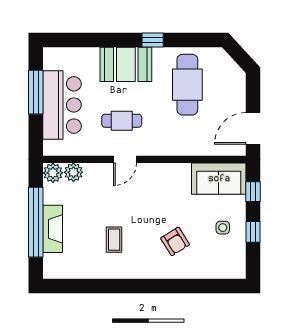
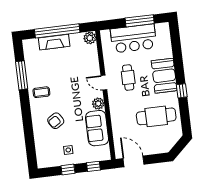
plant: (73, 172) -> (98, 104), moved
sofa: (219, 179) -> (97, 128), moved
coffee table: (114, 240) -> (41, 92), moved
window: (98, 286) -> (22, 75), added

